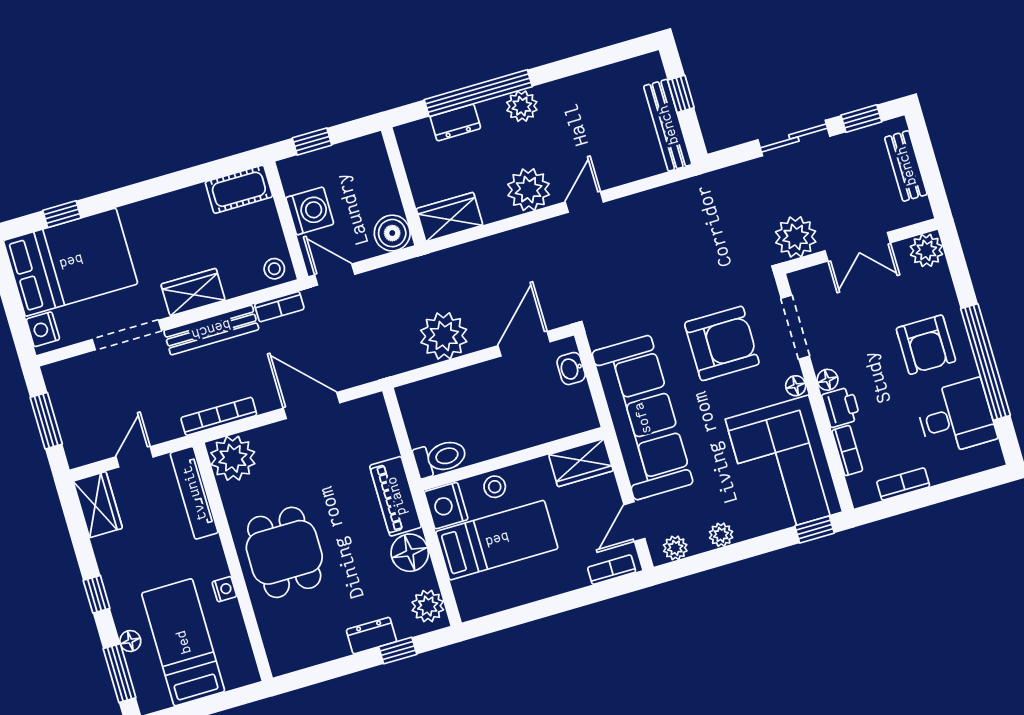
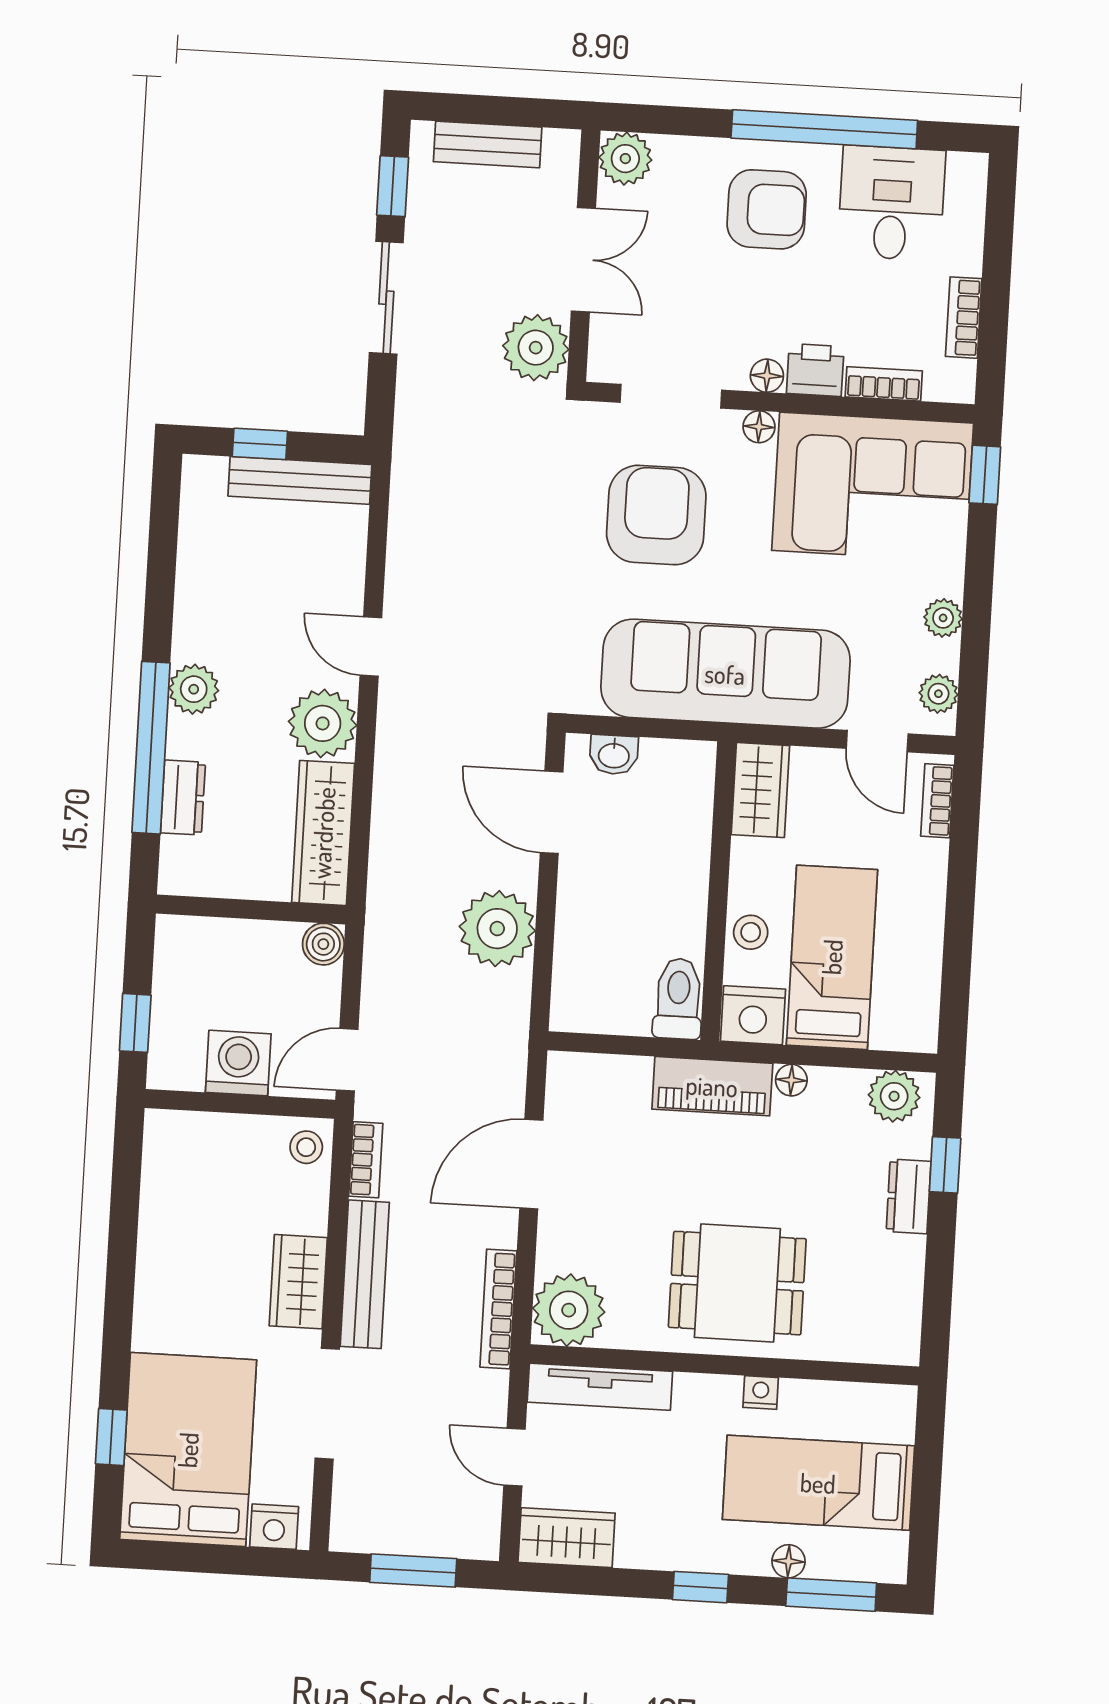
cot: (239, 189) -> (168, 1158), removed
wardrobe: (450, 217) -> (323, 833), width x1.50
boiler: (392, 233) -> (323, 944), width x0.73, depth x0.73
floor lamp: (410, 553) -> (791, 1080), width x0.53, depth x0.53

